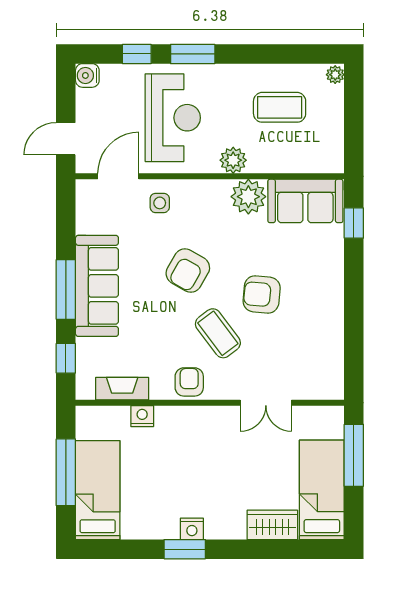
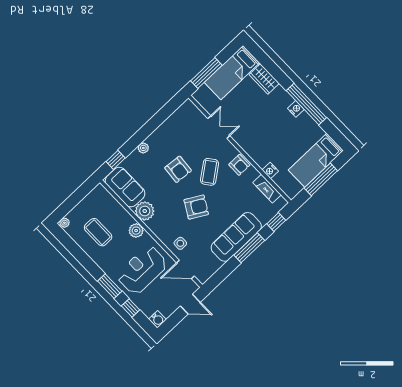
plant: (334, 275) -> (143, 148), added
armchair: (189, 382) -> (239, 165), turned -90
window: (185, 549) -> (306, 104), width x2.11

